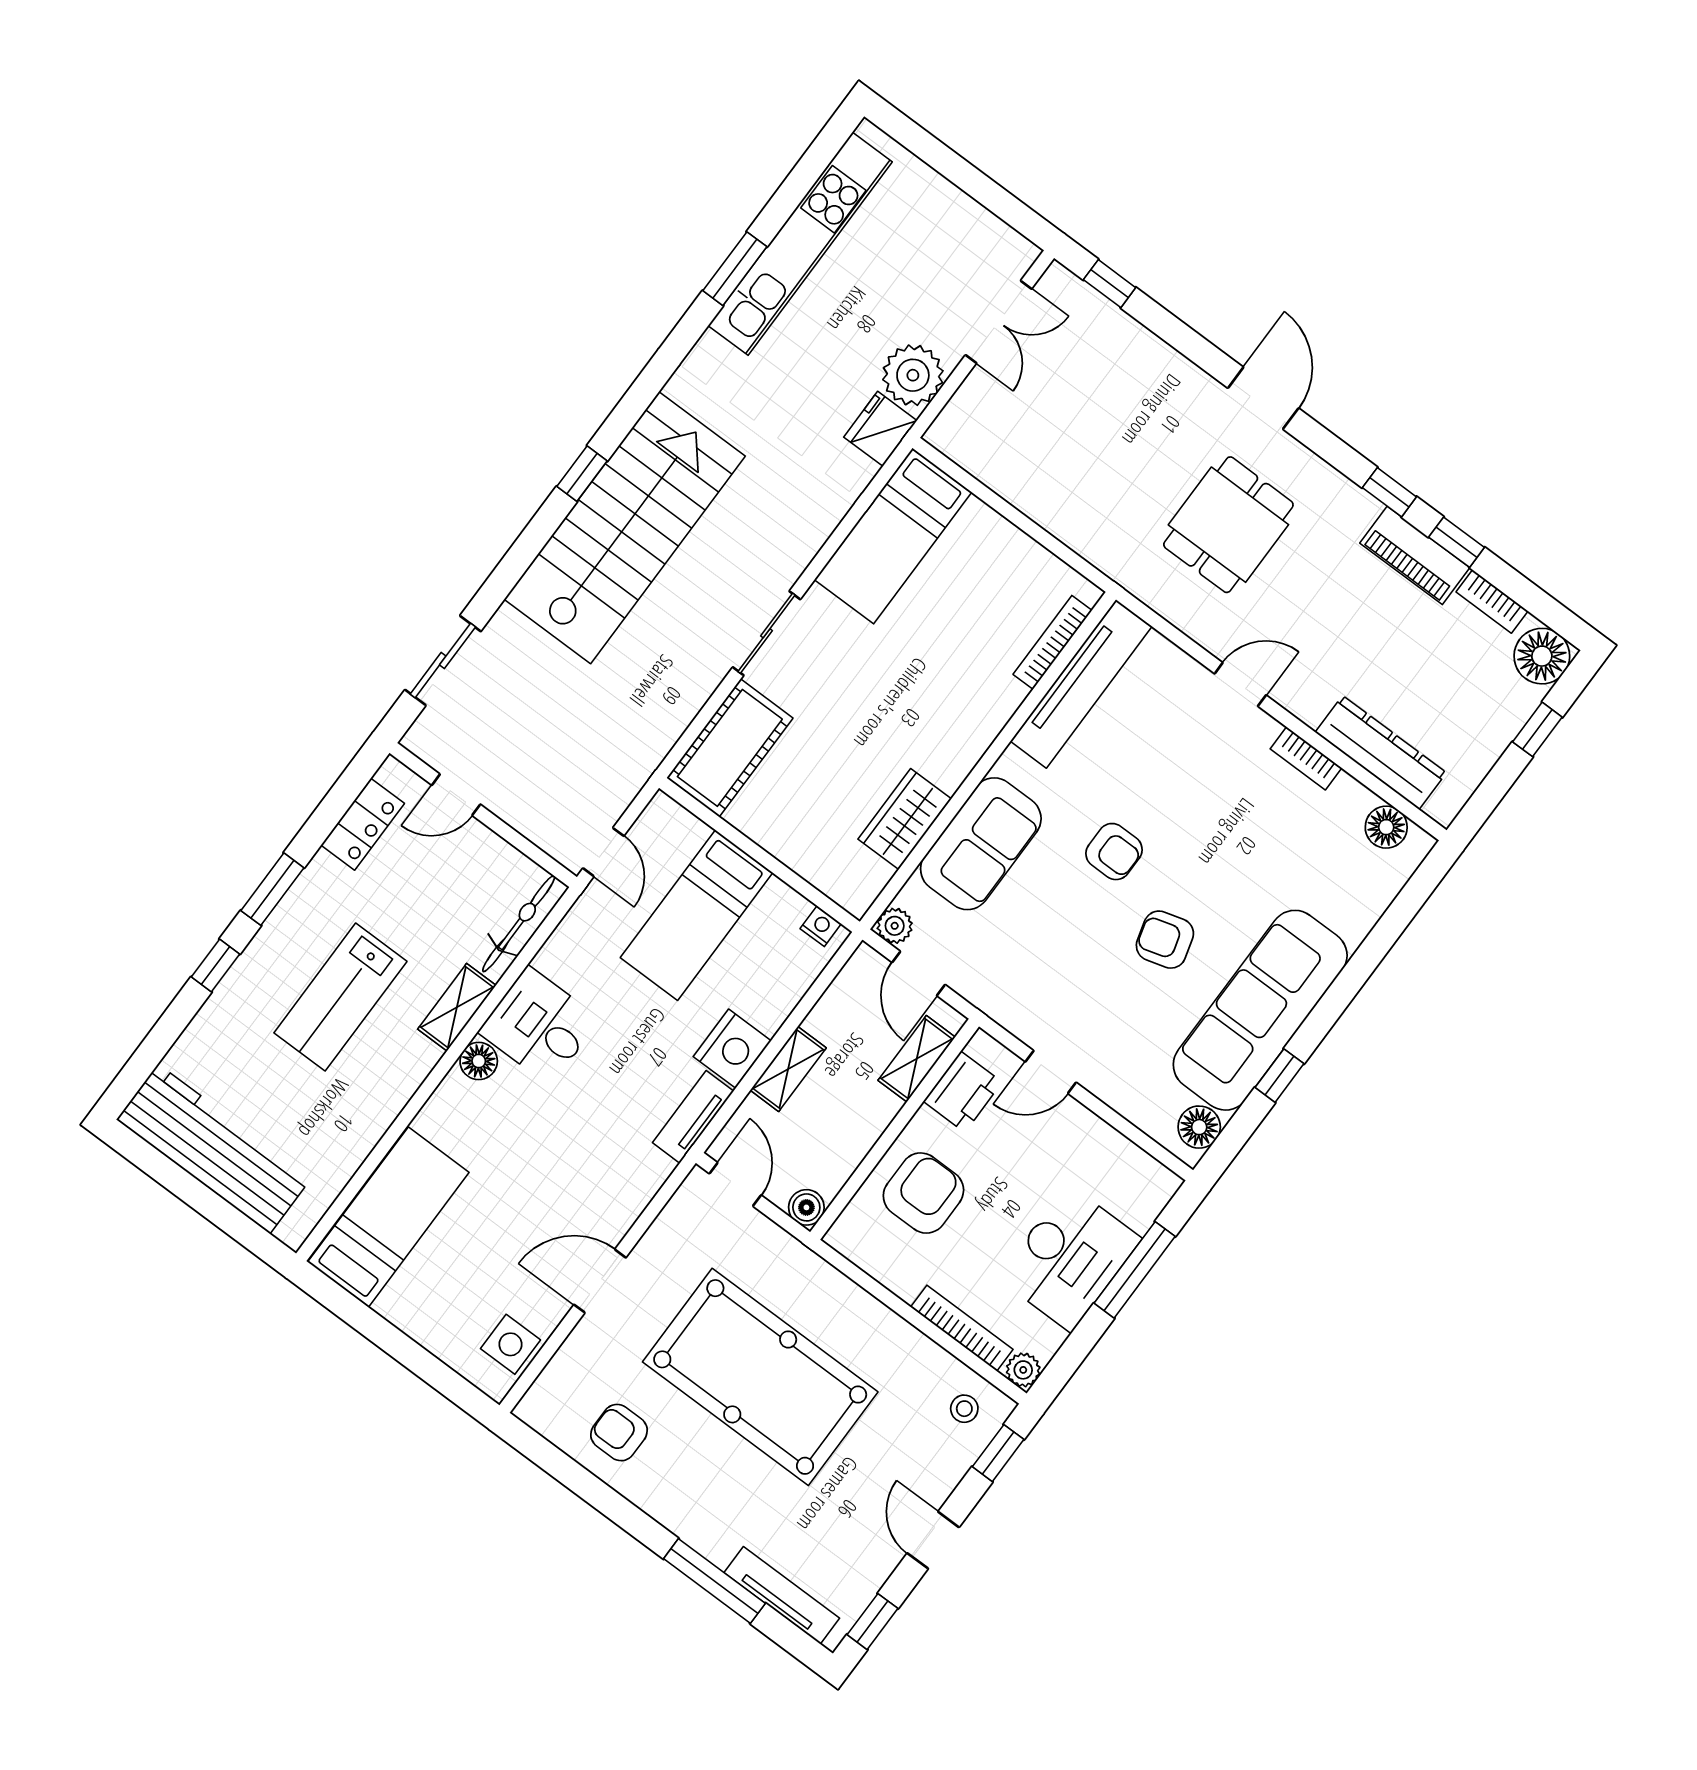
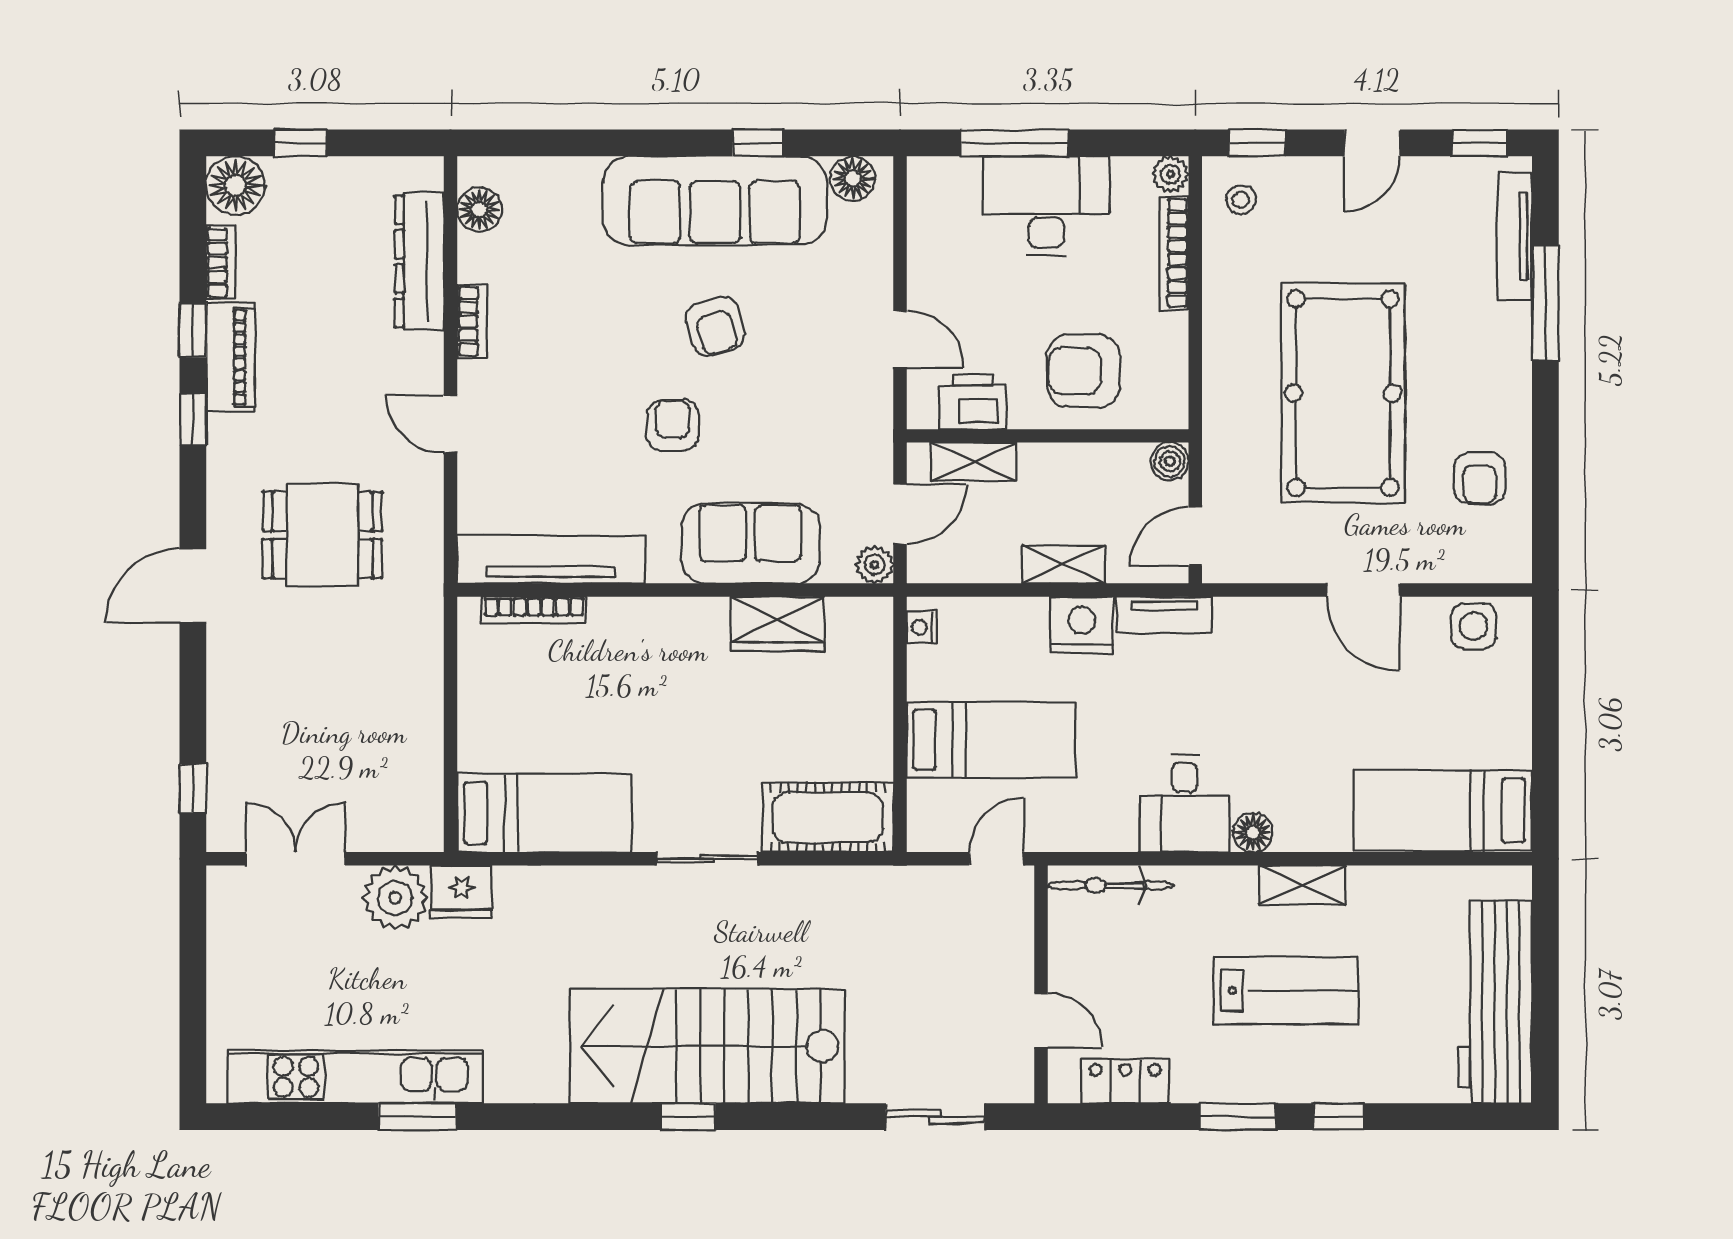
shelving: (457, 1007) -> (1302, 885), moved

